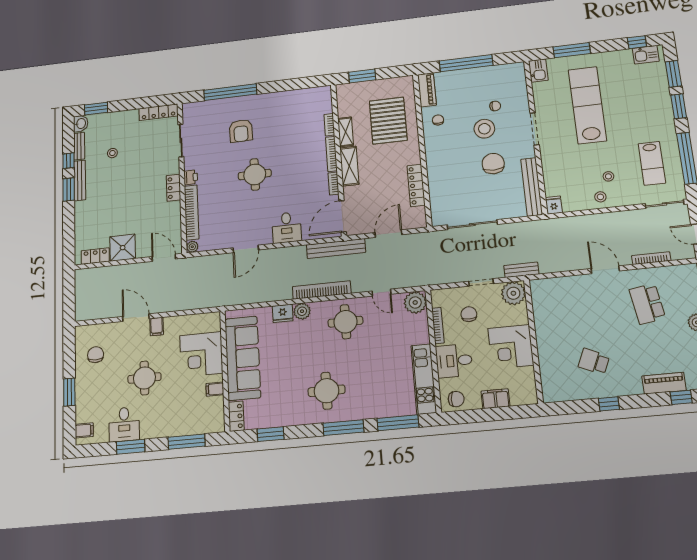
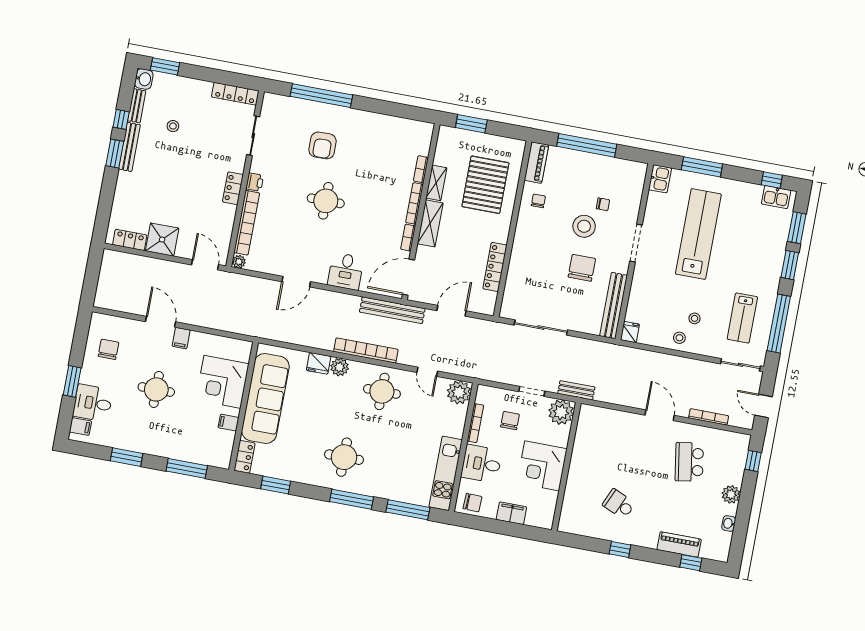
desk: (124, 424) -> (93, 403), moved, turned 90

